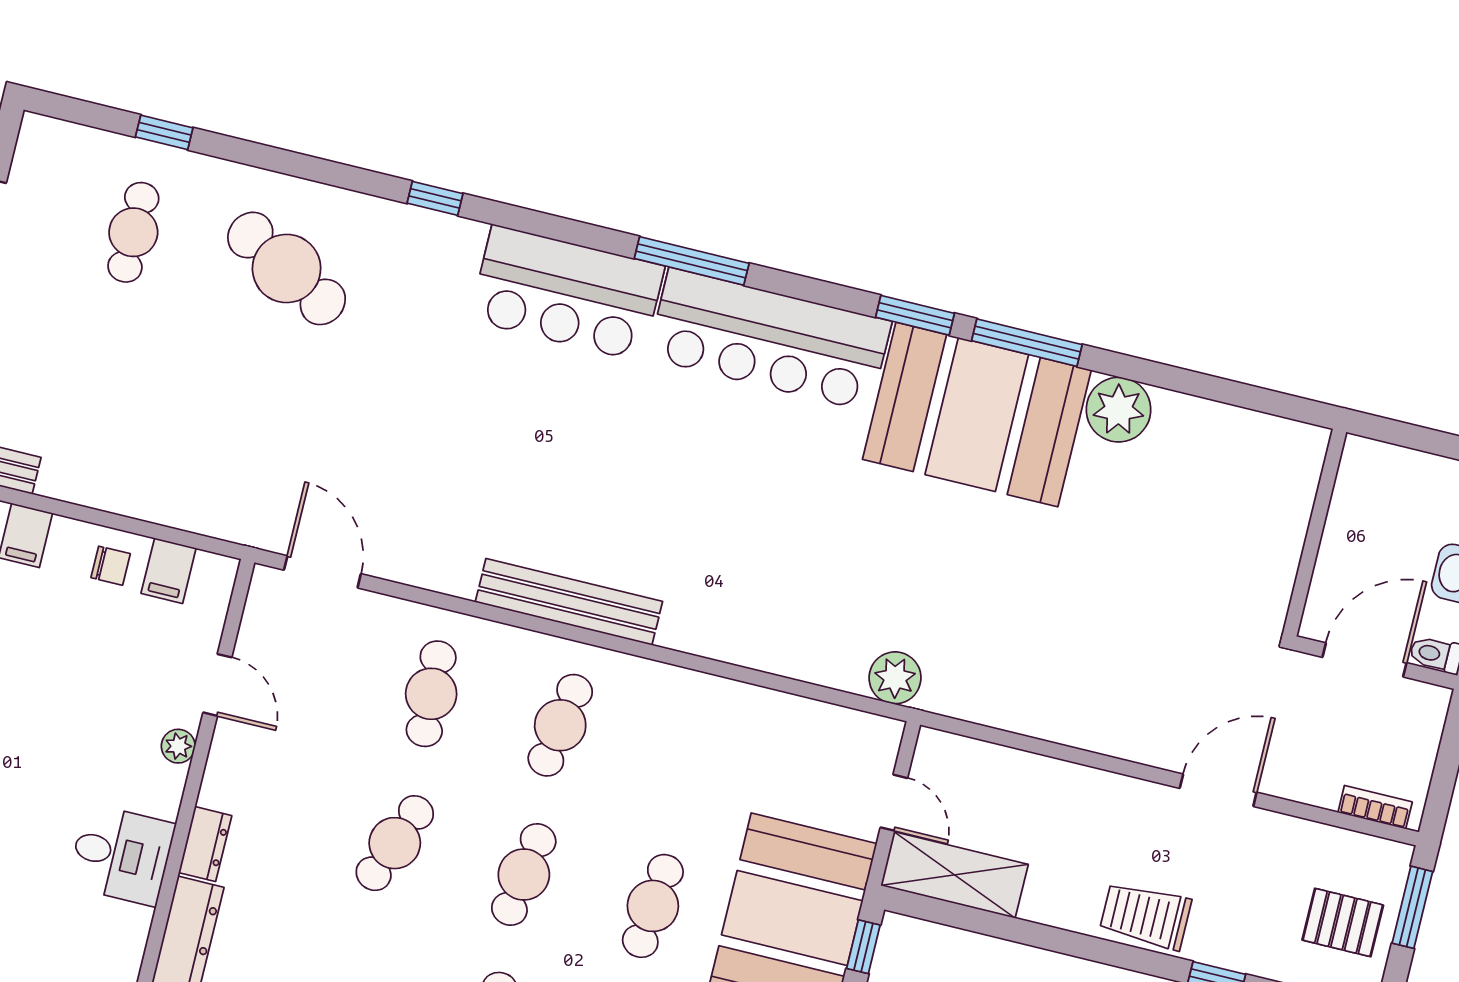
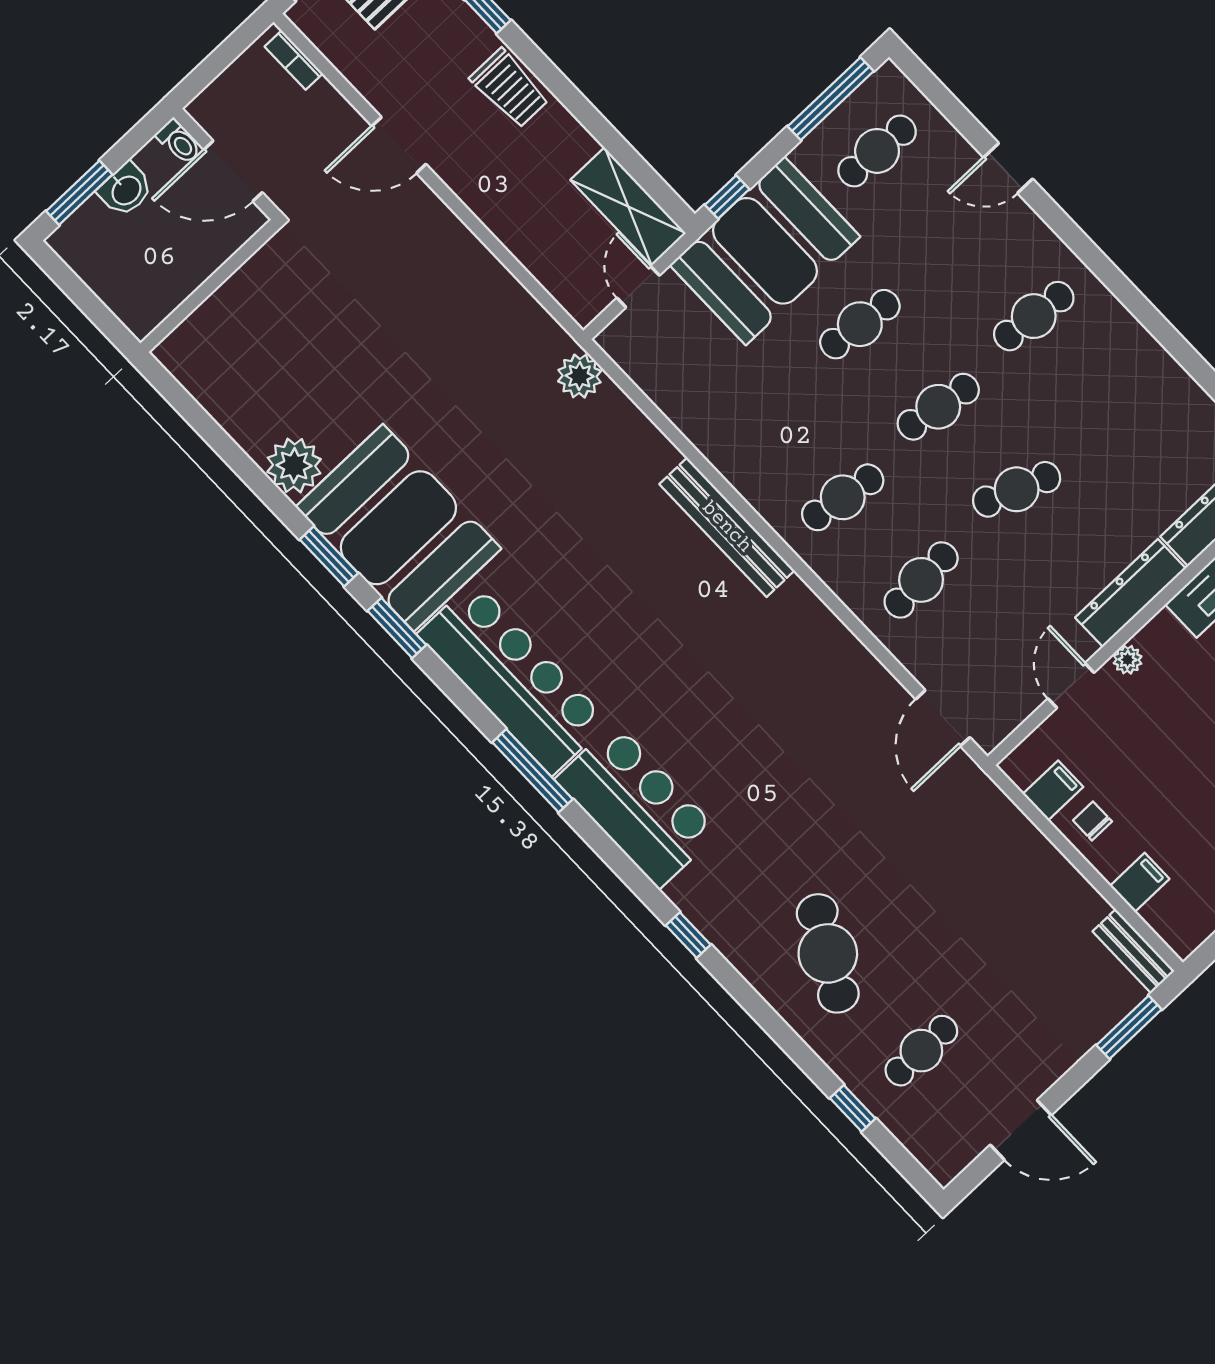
window: (1027, 343) -> (329, 556), width x0.69
bench: (569, 602) -> (727, 527), moved
dresser: (205, 844) -> (1130, 593), width x1.96, depth x1.24

